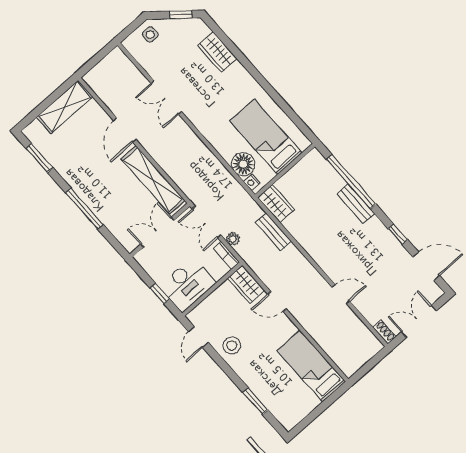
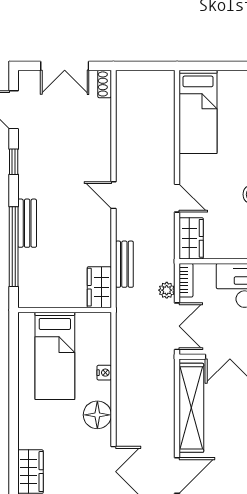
floor lamp: (243, 164) -> (97, 415), moved
nightstand: (252, 182) -> (104, 373), moved
door: (341, 294) -> (113, 195), moved

